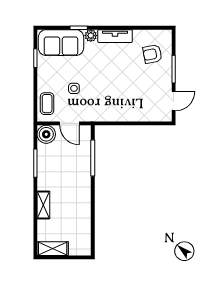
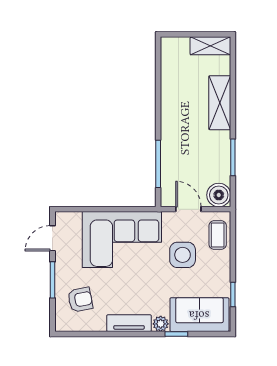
side table: (74, 88) -> (183, 255), width x1.87, depth x1.87
corner sofa: (120, 100) -> (122, 240), added
shelving: (43, 205) -> (220, 103), width x1.50, depth x1.33

